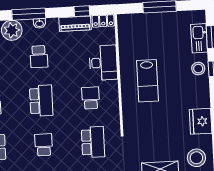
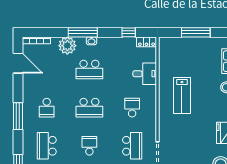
piano: (75, 24) -> (122, 43), removed
school desk: (39, 57) -> (89, 70), width x1.85
desk: (103, 63) -> (145, 74), width x0.73
school desk: (41, 101) -> (89, 108), turned 90

